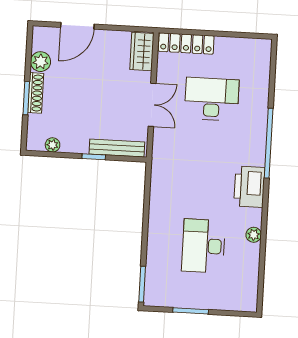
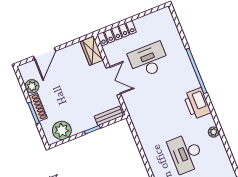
plant: (53, 145) -> (62, 130), width x1.88, depth x1.88
bench: (117, 148) -> (109, 116), width x0.73

